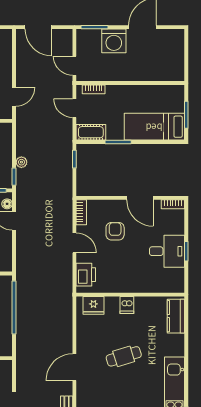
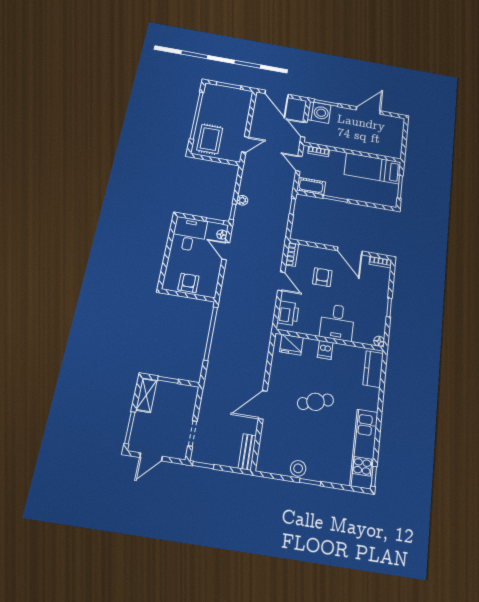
washing machine: (114, 41) -> (319, 112), moved, turned -90
bed: (154, 127) -> (373, 168), moved
desk: (167, 251) -> (337, 322), moved, turned 90
floor lamp: (179, 288) -> (379, 341), added

